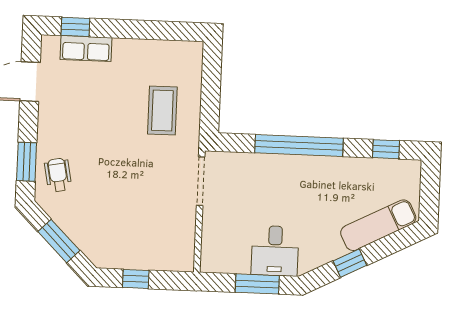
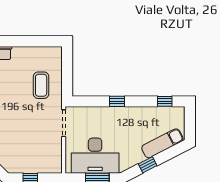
window: (299, 145) -> (117, 101), width x0.32
desk: (275, 251) -> (95, 156), width x1.87, depth x1.30

